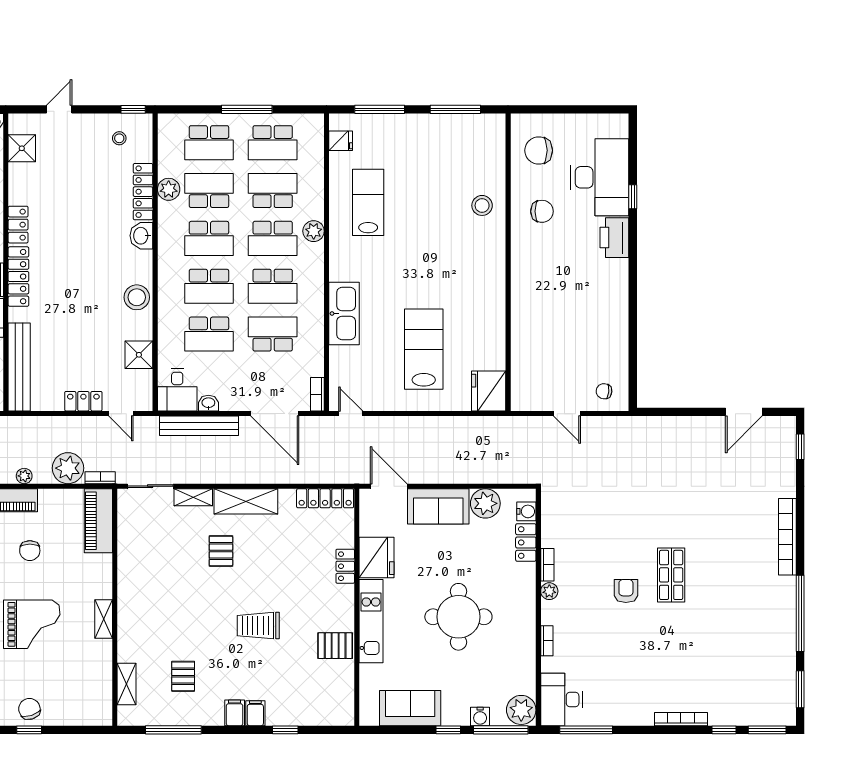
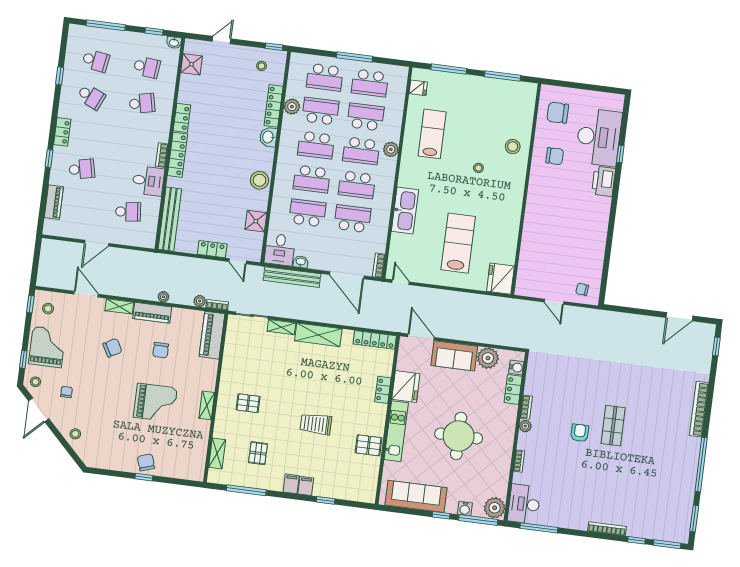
stool: (438, 241) -> (478, 168), added
school desk: (209, 334) -> (307, 213), turned 180
plant: (68, 468) -> (200, 301), width x0.53, depth x0.53
pallet: (221, 551) -> (248, 403), moved, turned 90
sofa: (410, 708) -> (416, 496), width x1.36

